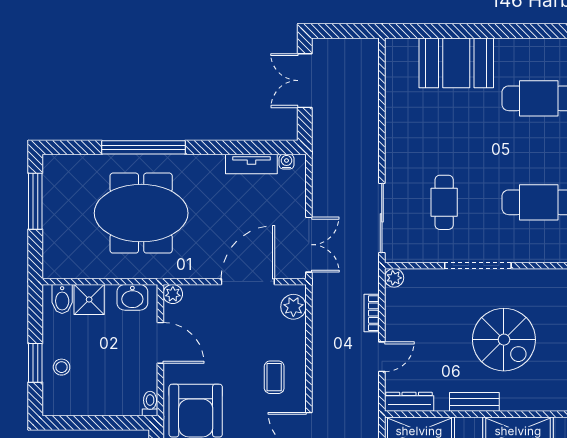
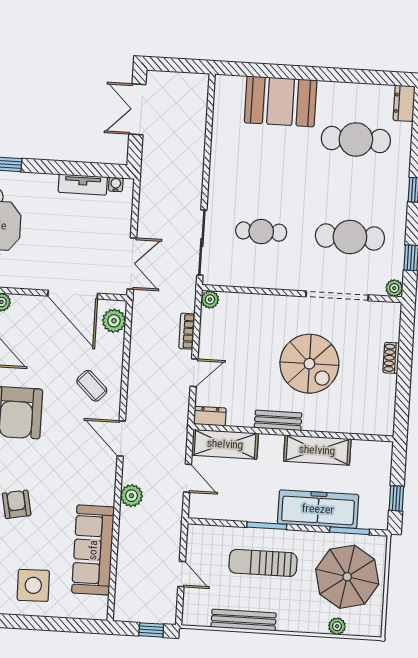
cafe table: (444, 202) -> (261, 232), turned 90
doorway: (478, 266) -> (337, 296), moved
door: (248, 282) -> (73, 295), swing flipped
coffee table: (274, 377) -> (92, 386), turned -46
dresser: (409, 402) -> (210, 416), width x0.70

